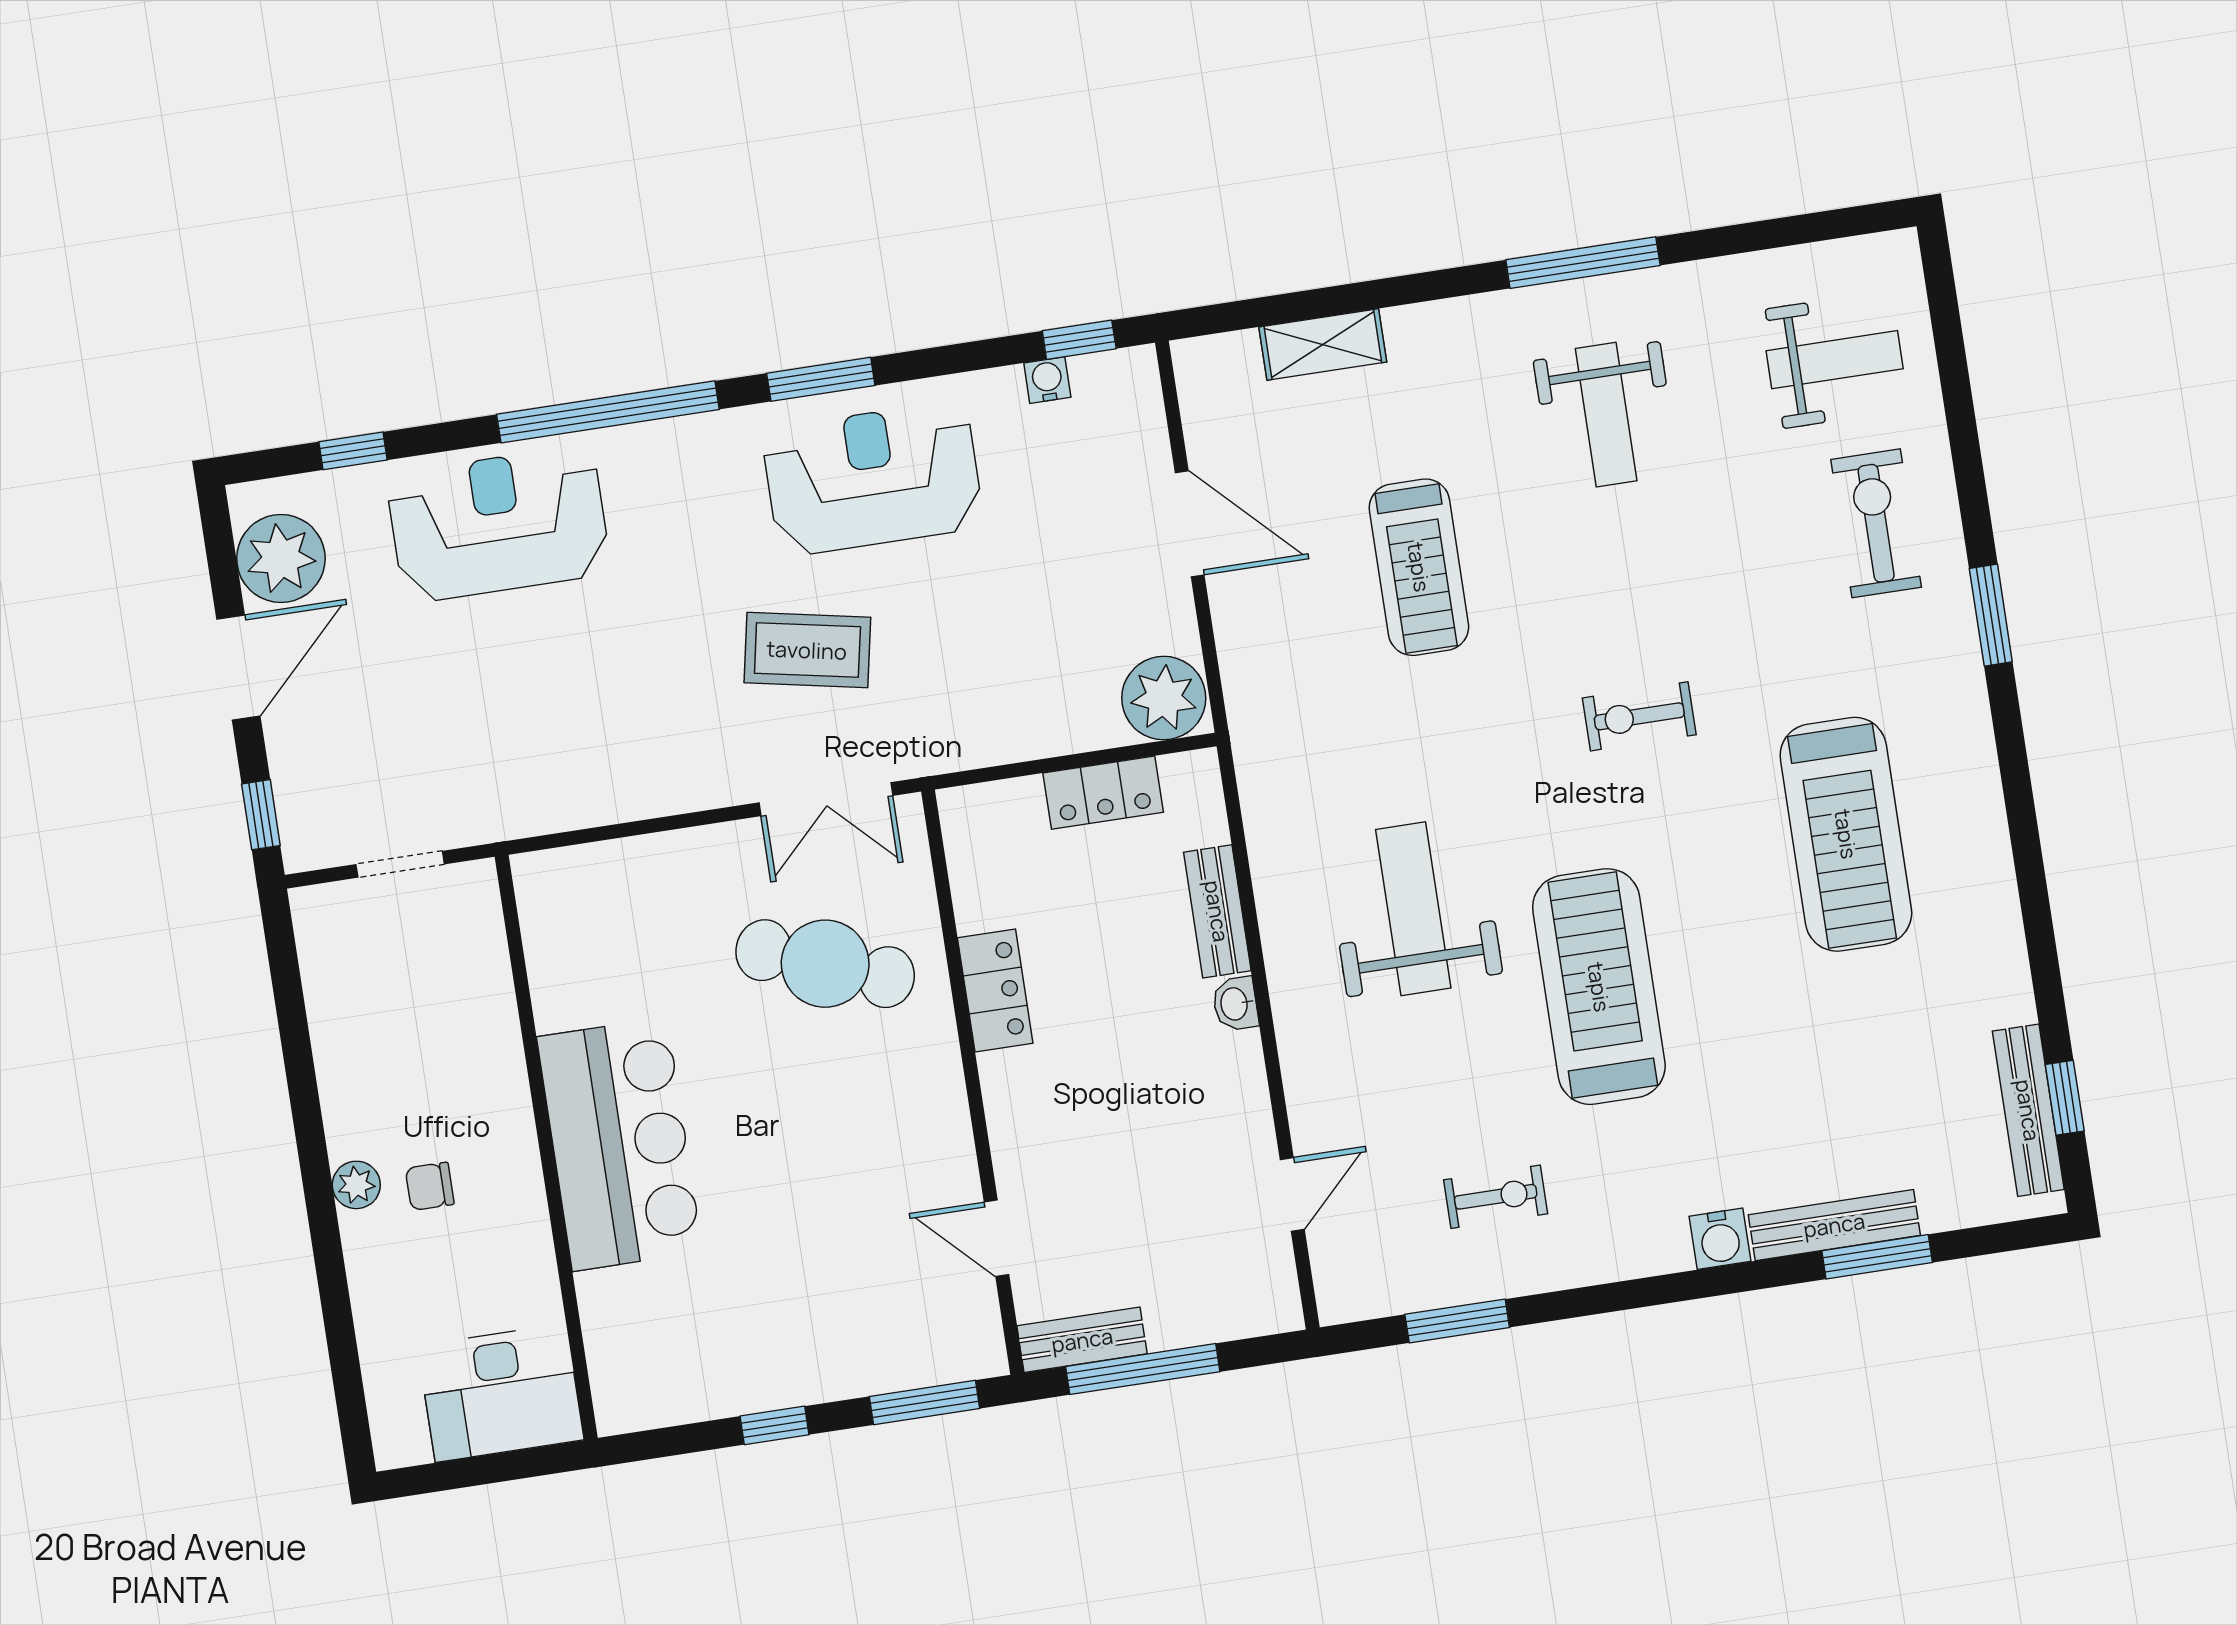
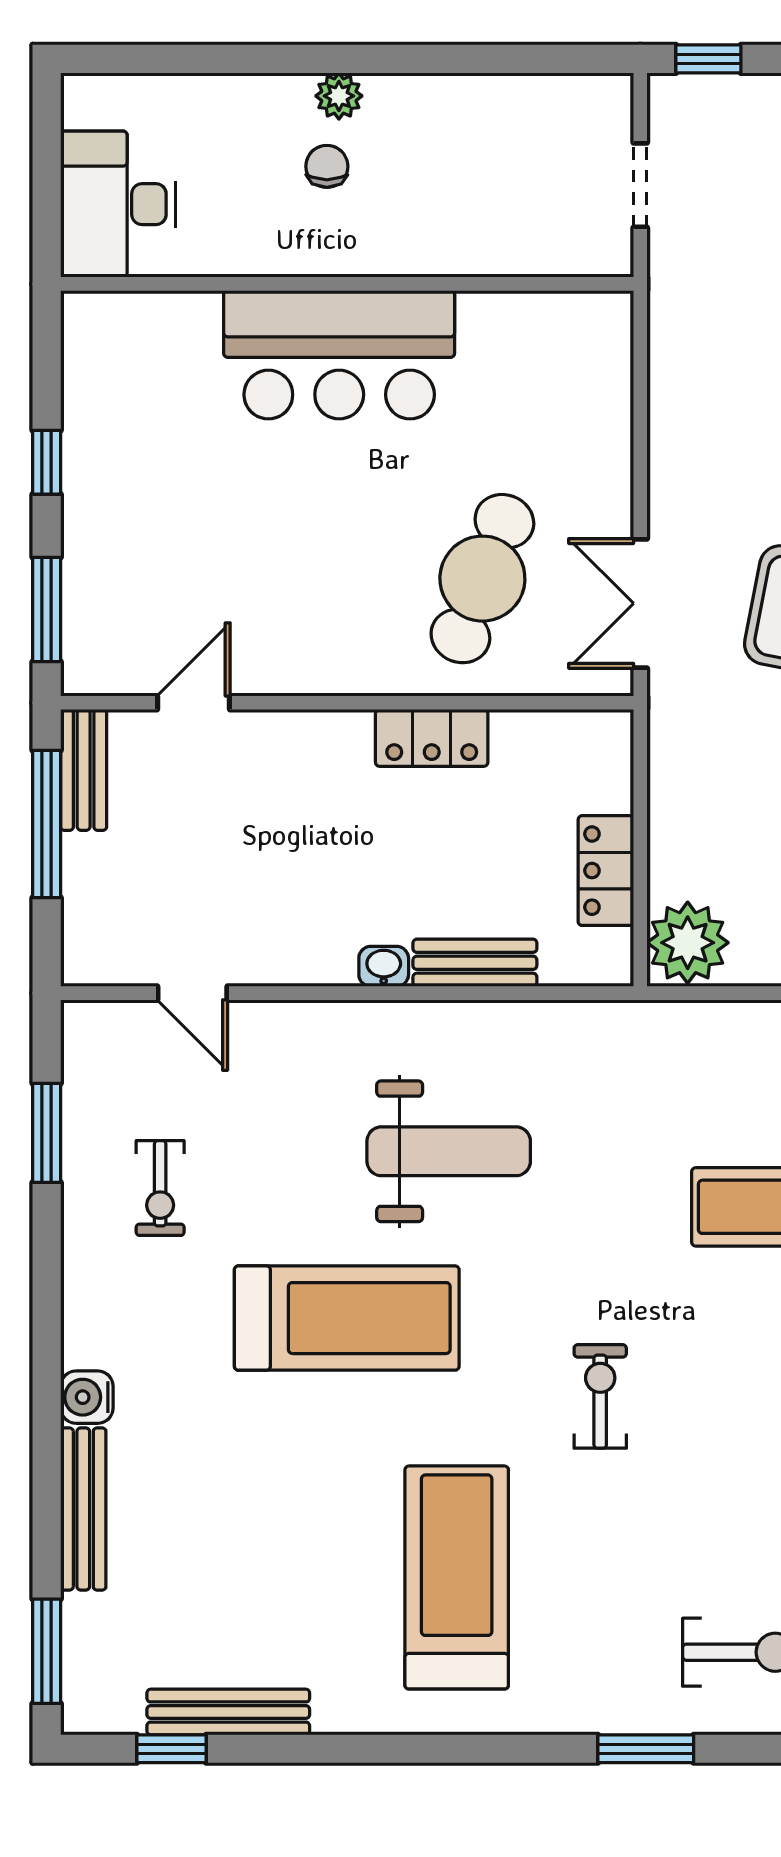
treadmill: (1846, 834) -> (457, 1577), turned 90
bench: (2028, 1110) -> (228, 1712), moved
window: (1877, 1257) -> (47, 1651), moved

